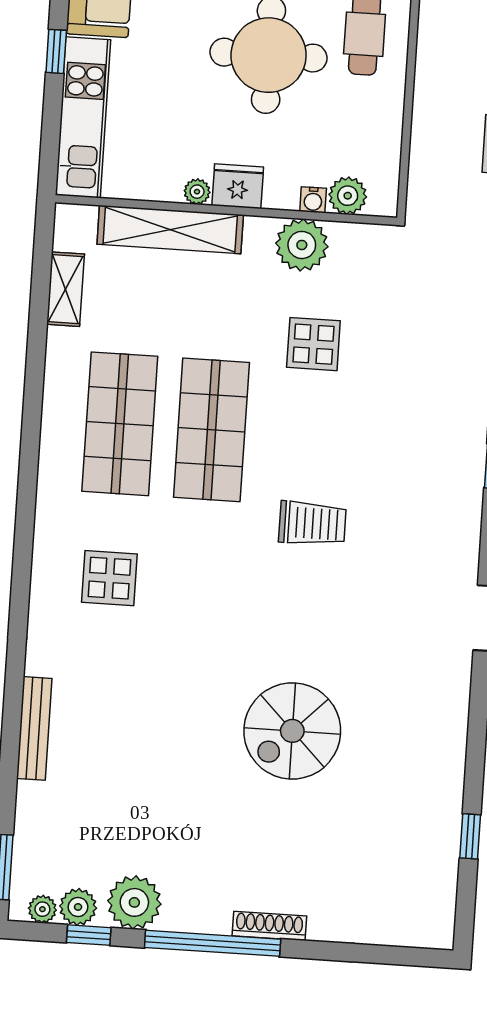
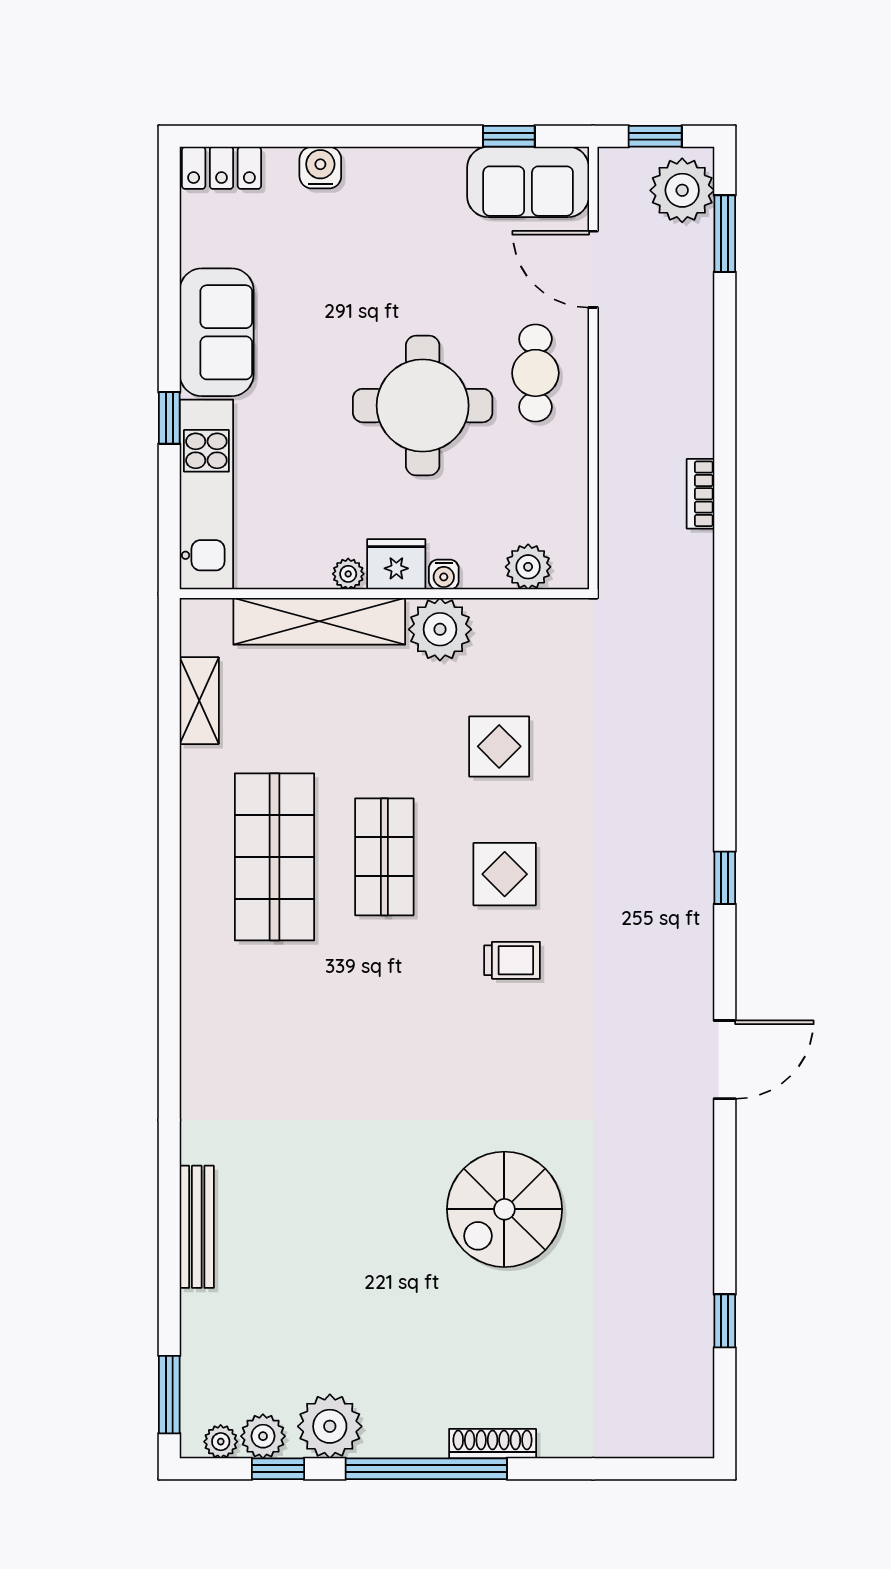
water cooler: (313, 200) -> (444, 575), moved
plant: (302, 245) -> (440, 629), moved
shop shelf: (211, 430) -> (384, 857), width x0.70, depth x0.74
trolley: (312, 523) -> (512, 960), width x0.73, depth x0.72
display table: (109, 578) -> (505, 874), moved

